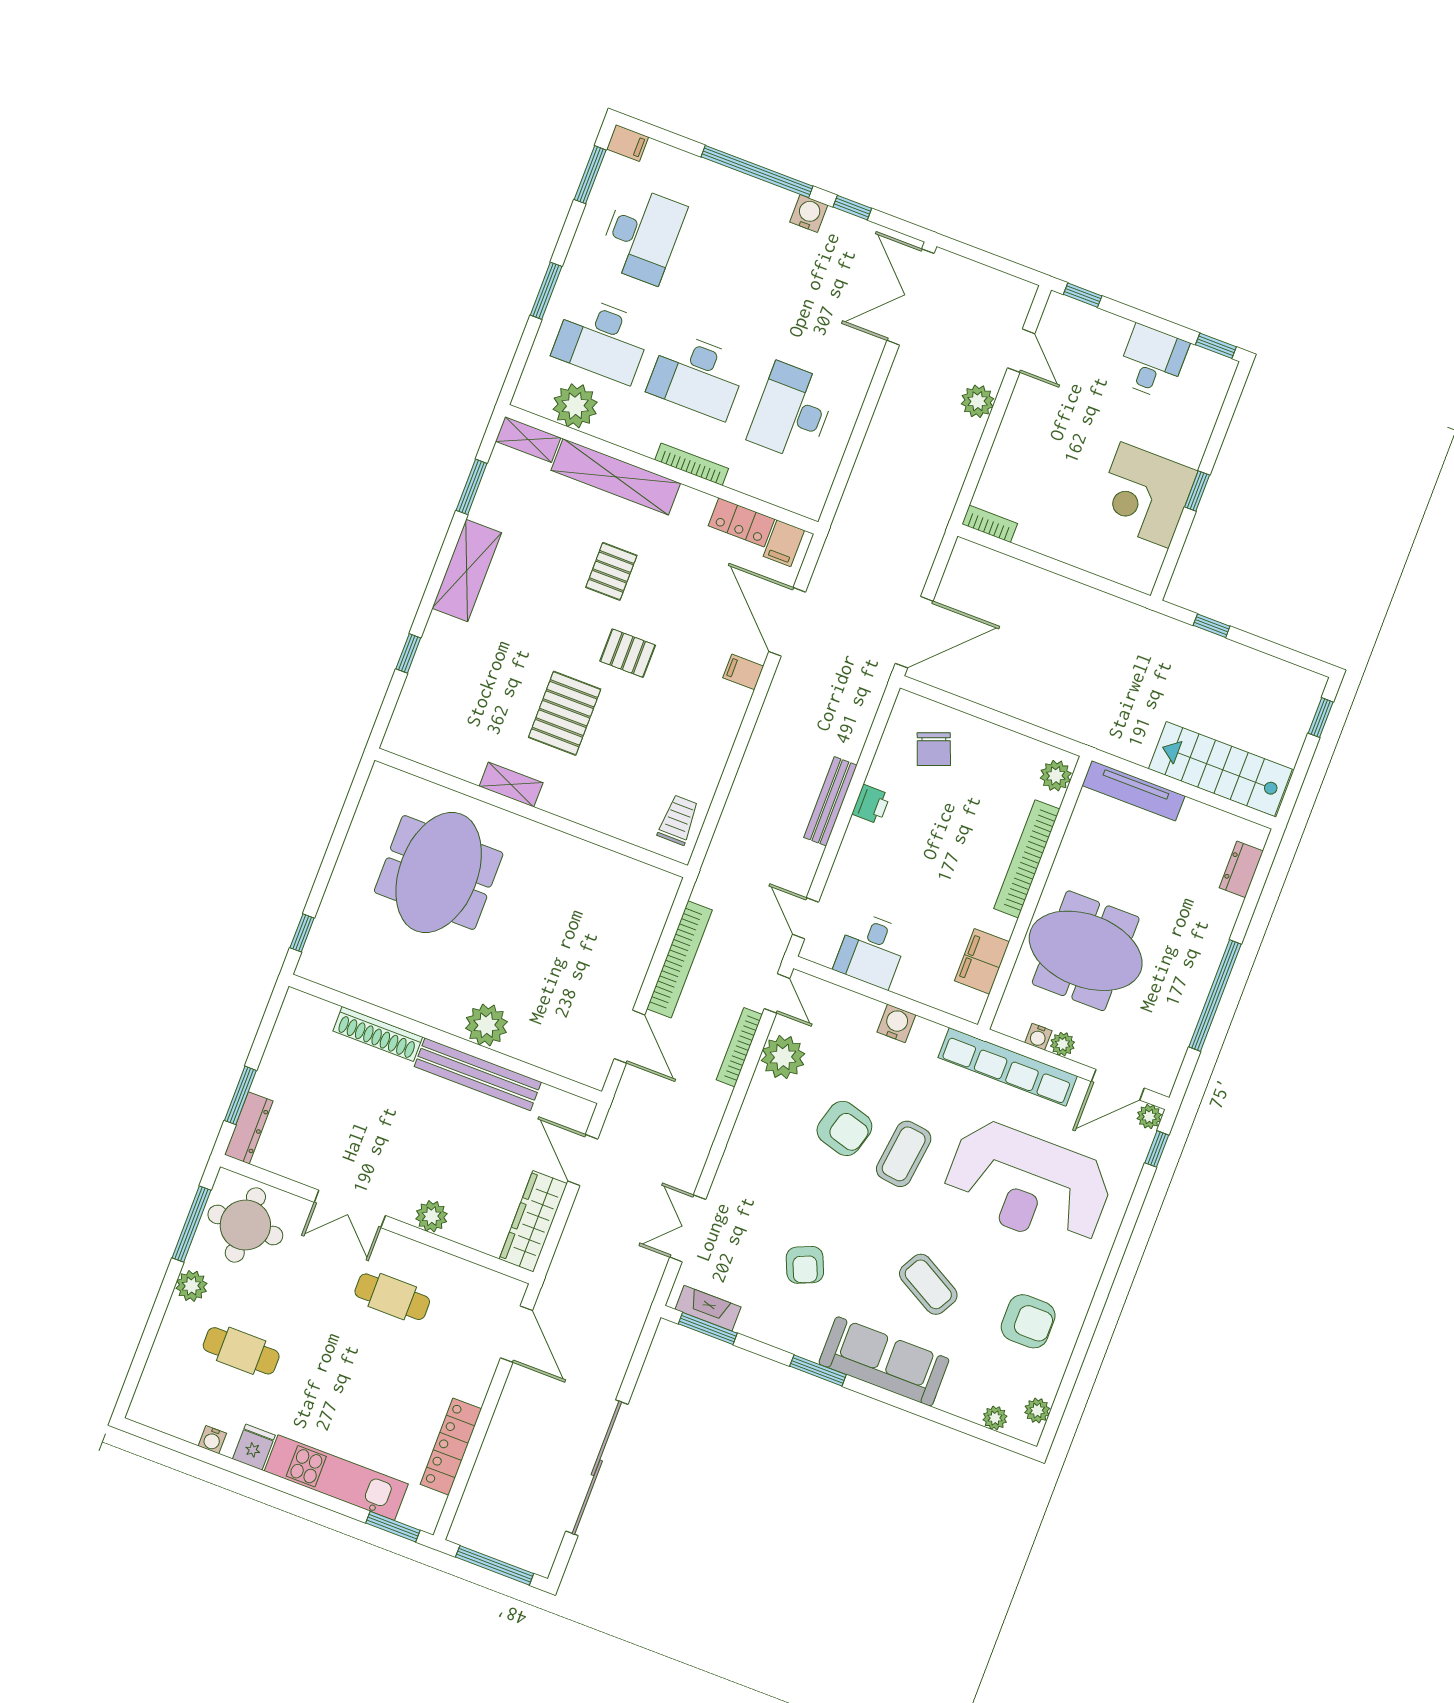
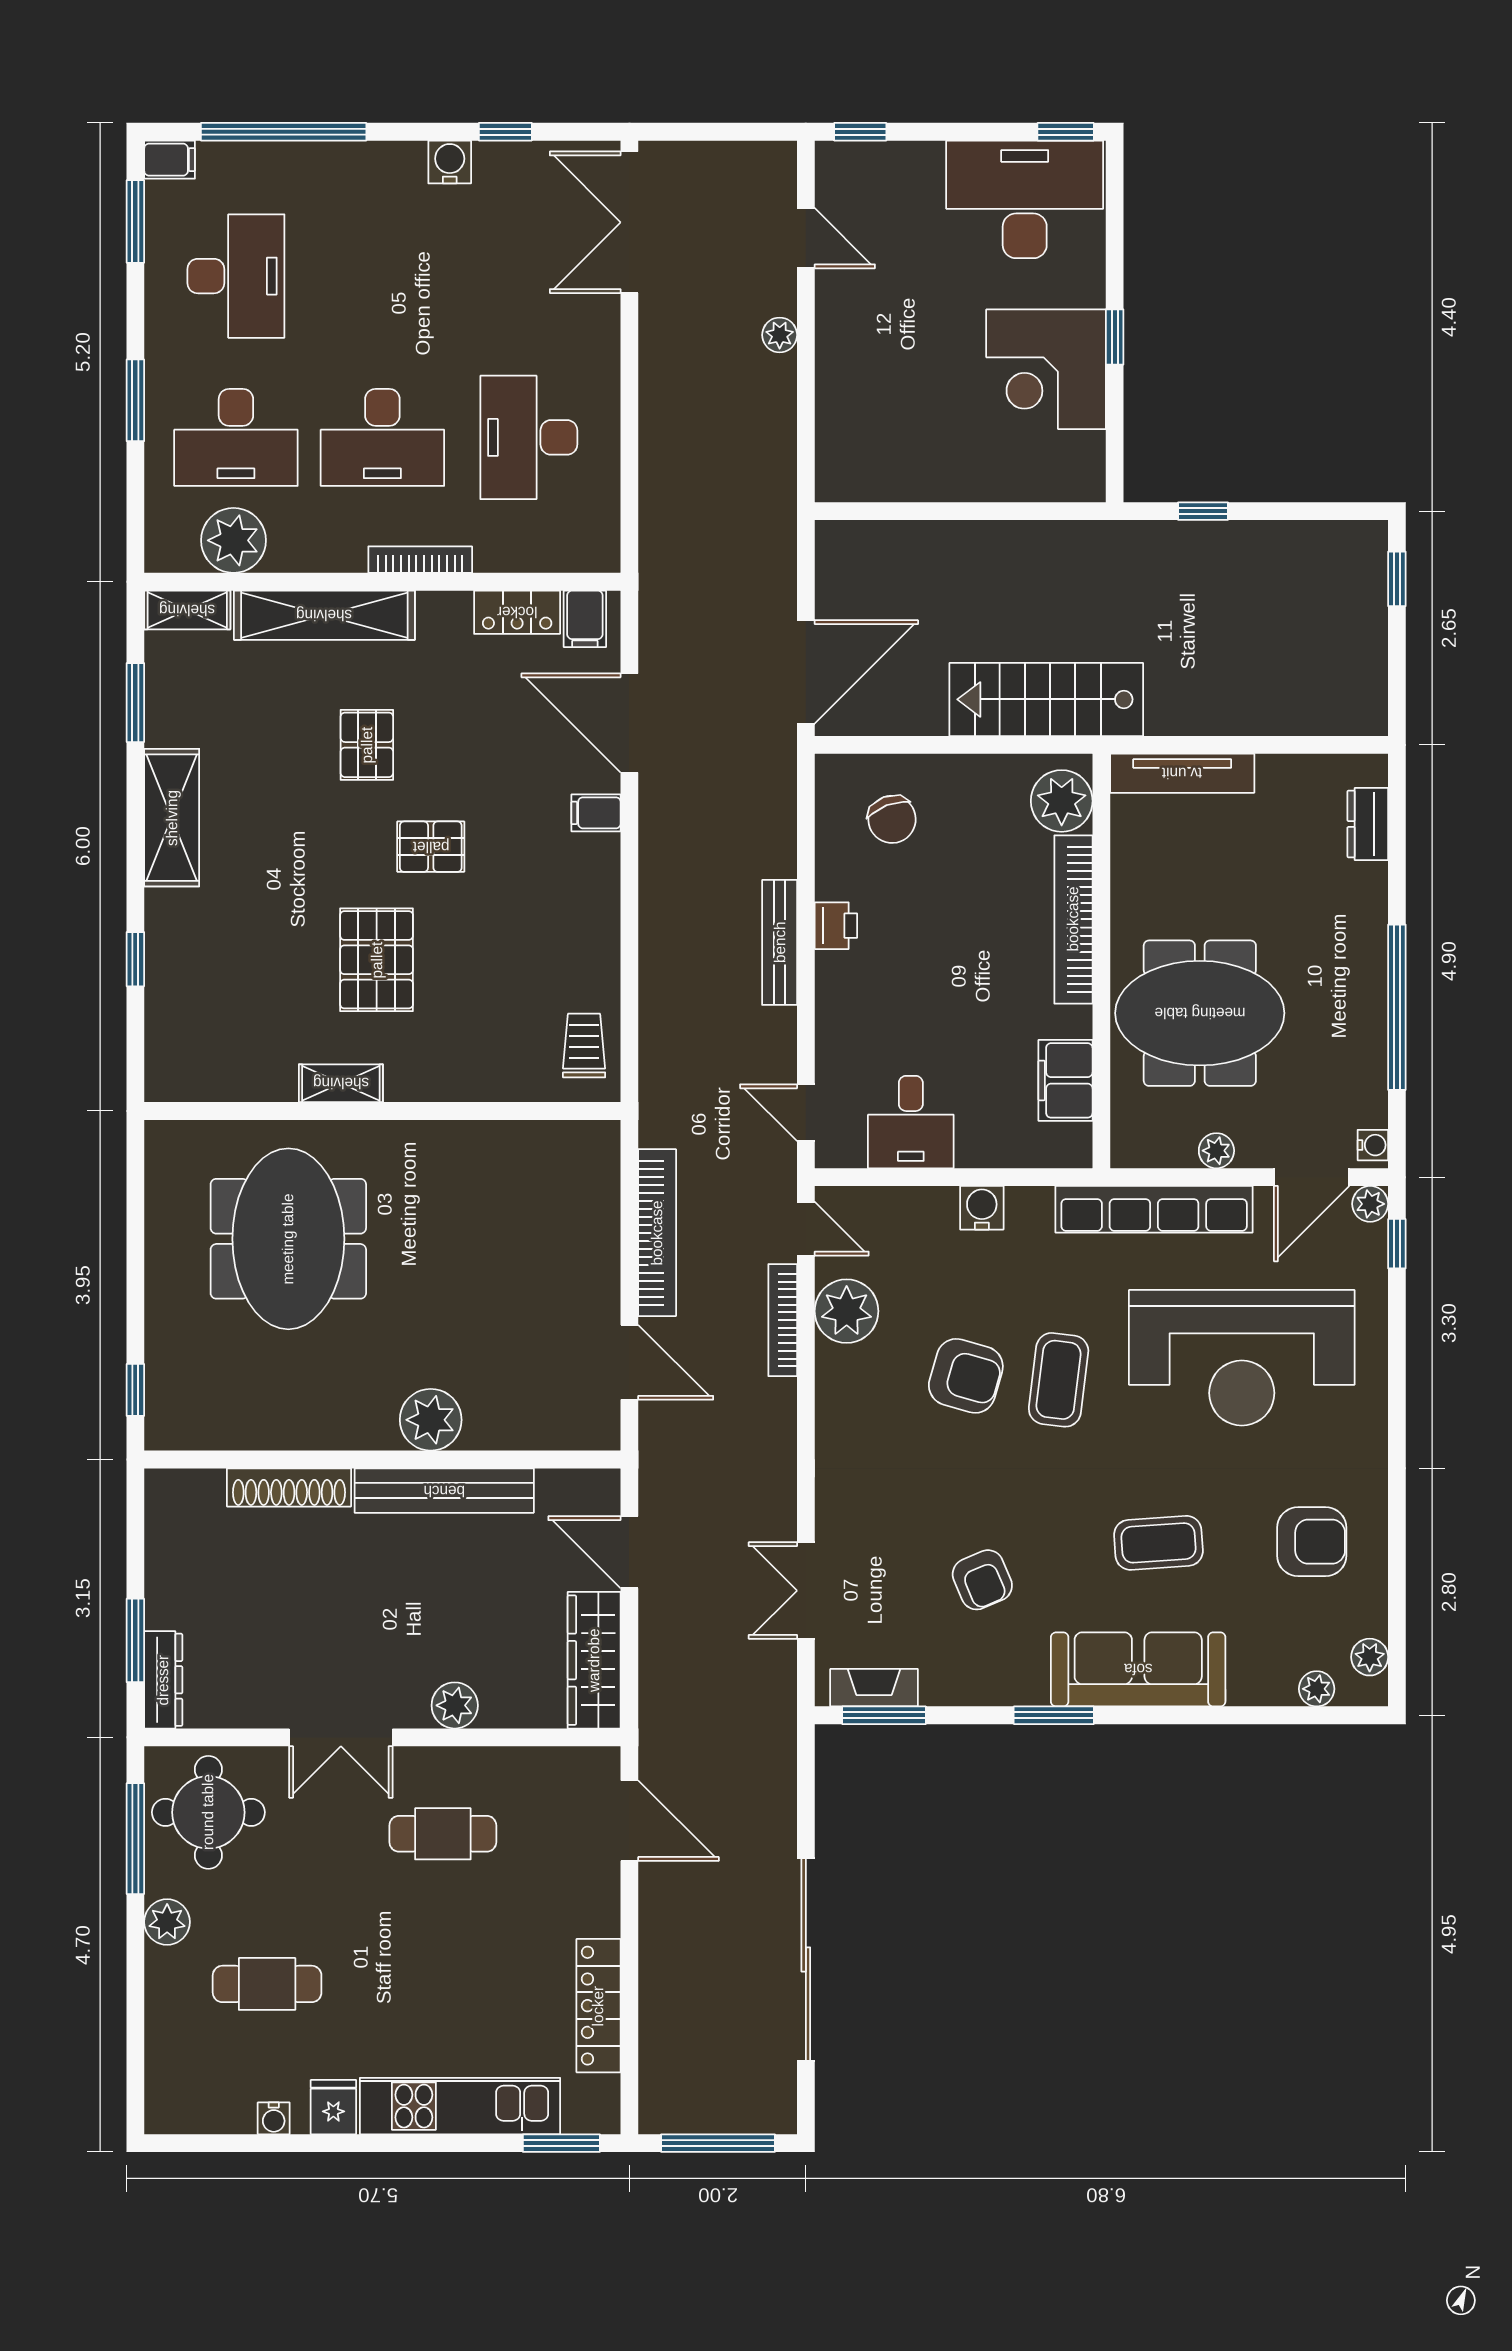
window: (757, 171) -> (284, 132), moved
desk: (1152, 362) -> (1025, 199), width x1.87, depth x1.30
plant: (978, 401) -> (780, 335), width x0.73, depth x0.73
bookcase: (990, 524) -> (852, 487), removed
stairs: (1220, 769) -> (1046, 699), moved
plant: (1056, 776) -> (1062, 801), width x1.36, depth x1.36
water cooler: (1038, 1037) -> (1373, 1145), moved, turned -90
coffee table: (928, 1284) -> (1158, 1543), turned -33

